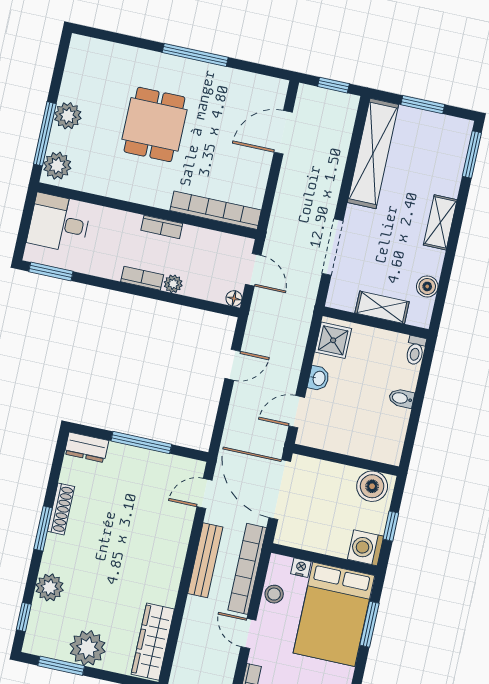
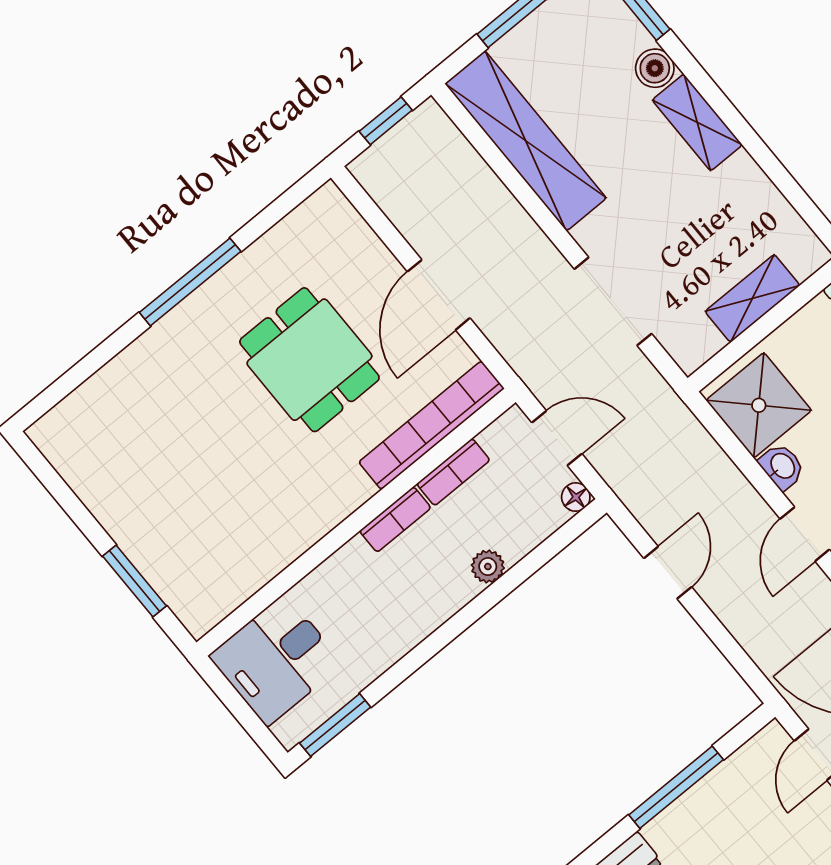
plant: (68, 116) -> (134, 529), removed
dining table: (154, 124) -> (309, 360), moved
door: (283, 132) -> (439, 295), moved
window: (45, 134) -> (135, 581), width x0.69
plant: (57, 166) -> (193, 599), removed
bookcase: (142, 278) -> (453, 472), moved, turned 180
boiler: (427, 286) -> (655, 68), moved
shower: (333, 340) -> (759, 405), width x1.36, depth x1.36

